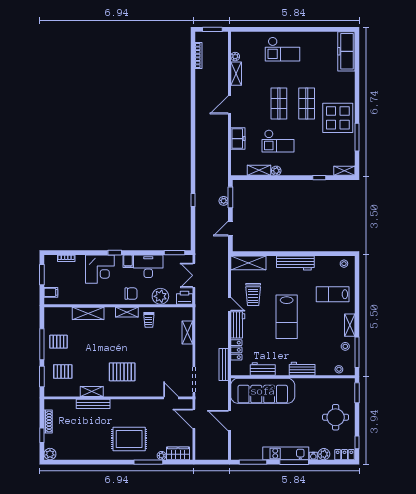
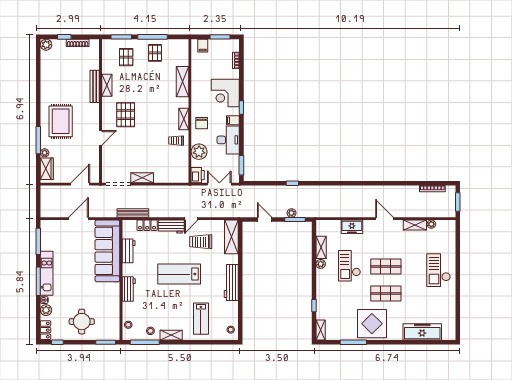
freezer: (346, 51) -> (422, 332), moved
lab bench: (333, 294) -> (201, 319), turned 180
shelving: (187, 333) -> (142, 178), moved
door: (171, 398) -> (101, 138), moved

